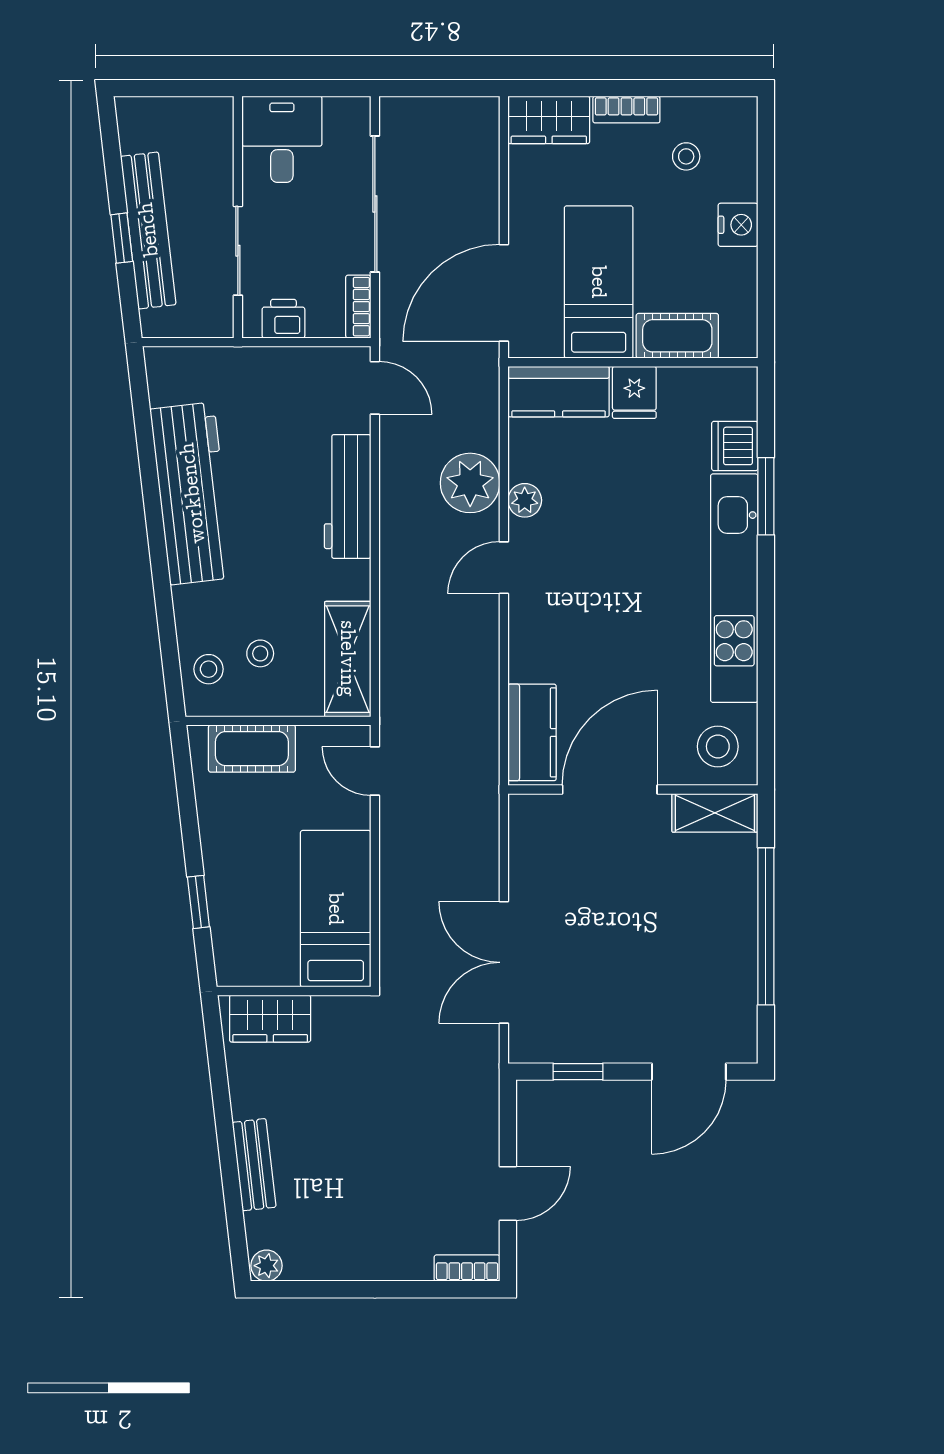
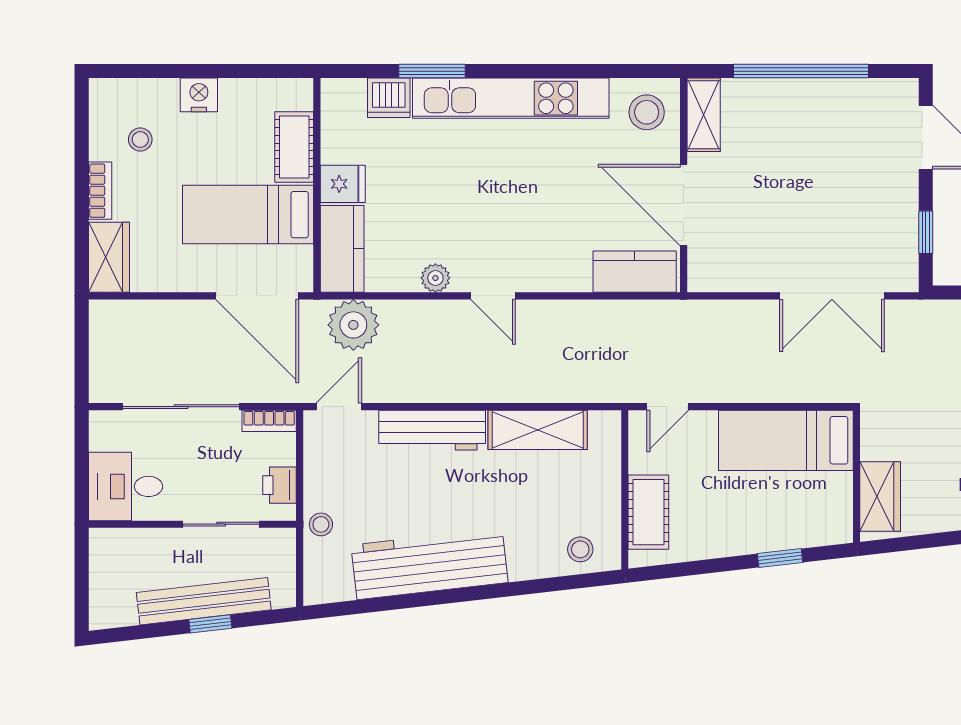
plant: (470, 483) -> (353, 325), moved
stool: (260, 653) -> (321, 524), moved
shelving: (348, 659) -> (538, 430), moved

